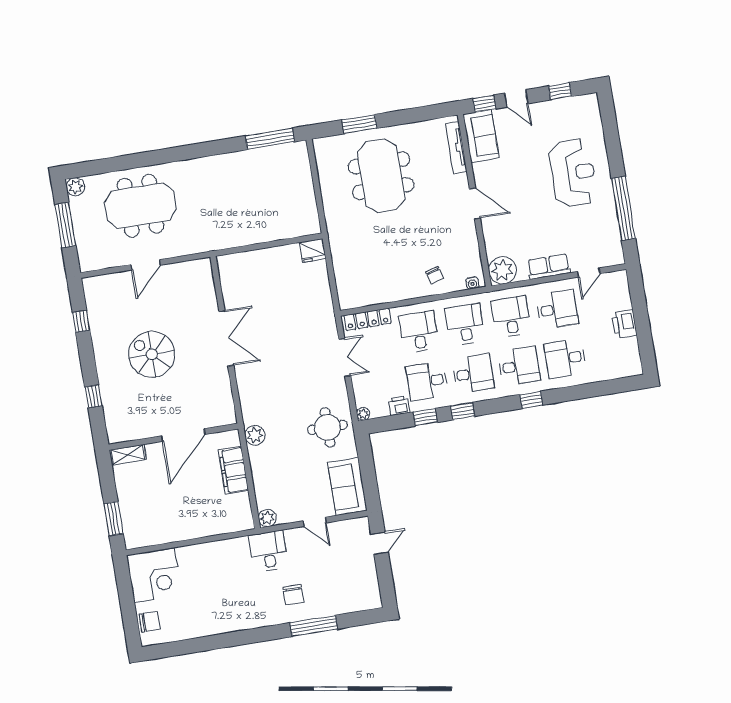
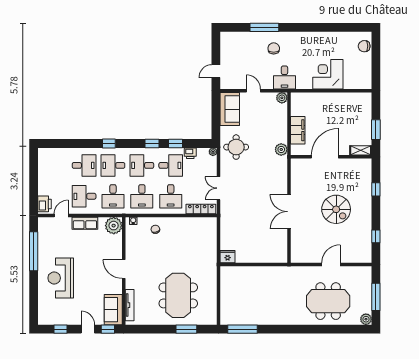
printer: (624, 324) -> (44, 204), moved
window: (113, 519) -> (376, 130), moved
corner desk: (154, 575) -> (328, 74), moved

